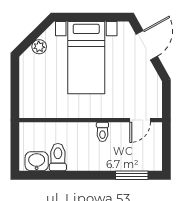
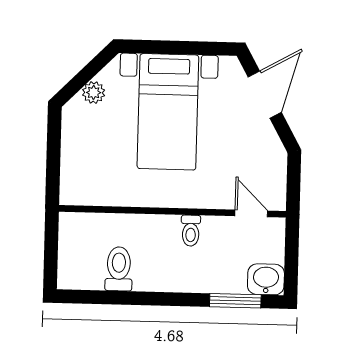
door: (140, 120) -> (251, 213), swing flipped
washbasin: (37, 161) -> (266, 279), moved

